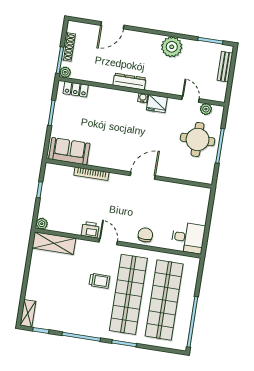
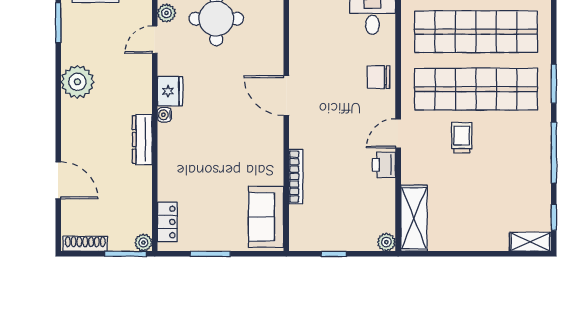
shoe rack: (68, 47) -> (85, 244), moved

